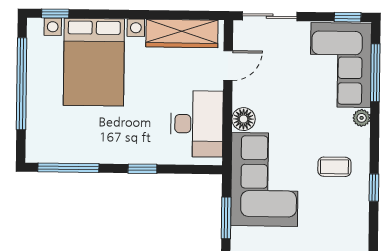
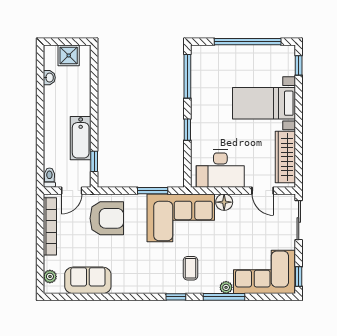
bed with nightstands: (94, 62) -> (264, 103), width x0.73
window: (375, 73) -> (224, 297), moved

